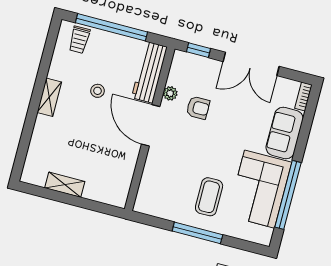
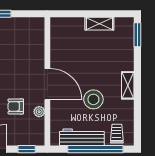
workbench: (149, 72) -> (82, 137), moved, turned -90
stool: (98, 91) -> (93, 99), width x1.89, depth x1.89
window: (20, 158) -> (137, 35), added

